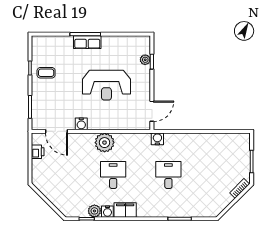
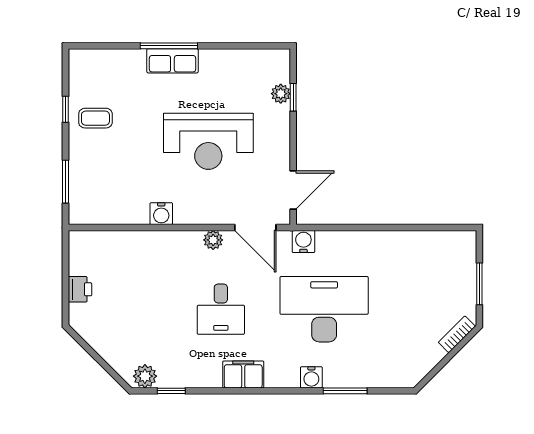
door: (56, 131) -> (255, 228), moved
plant: (105, 143) -> (213, 240), width x0.53, depth x0.53
printer: (38, 152) -> (80, 289), moved
desk: (113, 175) -> (221, 309), turned 180
desk: (168, 175) -> (324, 309), width x1.87, depth x1.30
plant: (94, 211) -> (145, 376), moved
water cooler: (107, 212) -> (311, 377), moved

